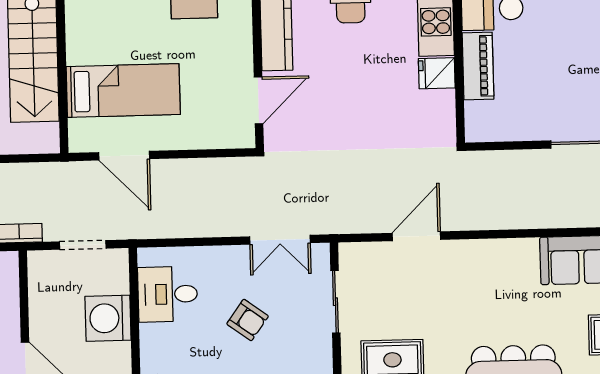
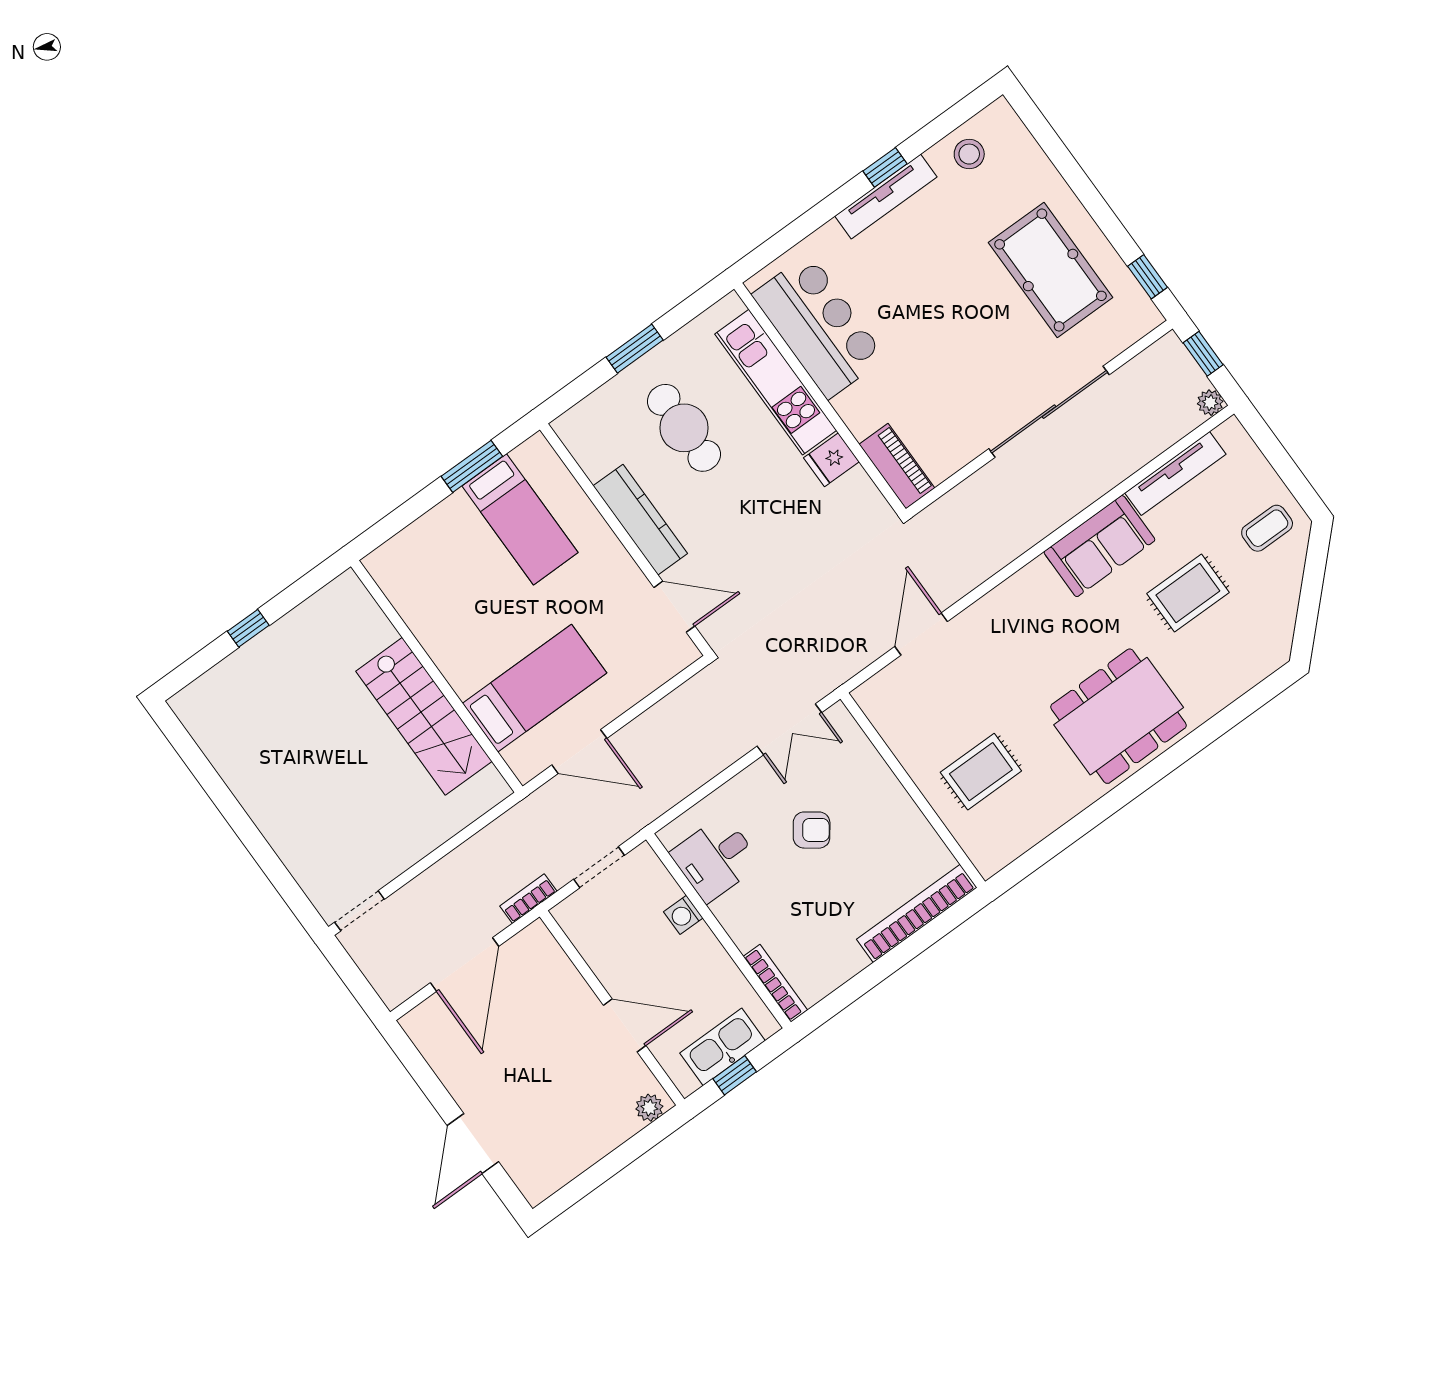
piano: (478, 66) -> (897, 466), moved
door: (258, 100) -> (674, 607), hinge flipped
sliding door: (335, 302) -> (886, 753), removed
washing machine: (108, 318) -> (683, 915), width x0.53, depth x0.53

